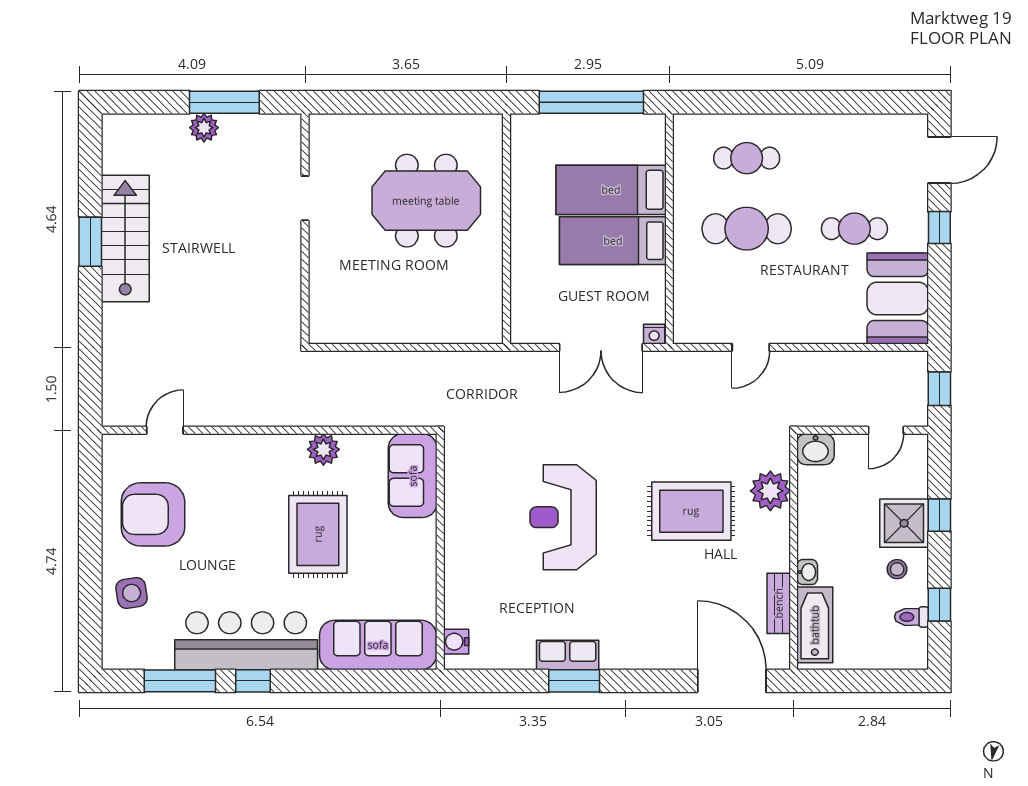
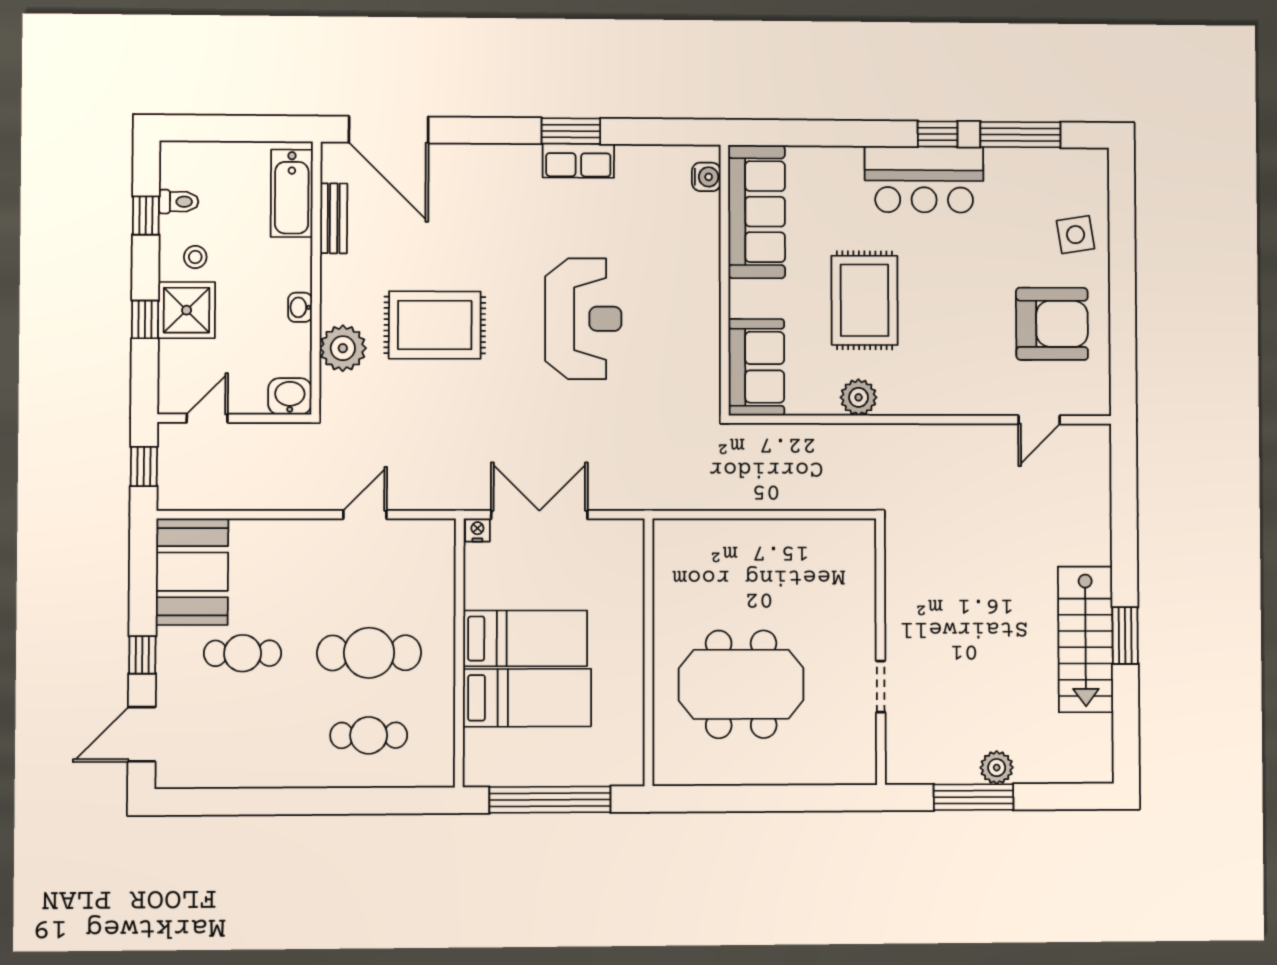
washbasin: (807, 572) -> (300, 307), moved
bar counter: (246, 641) -> (924, 179), width x0.73
sofa: (378, 645) -> (757, 212), moved, turned -90

